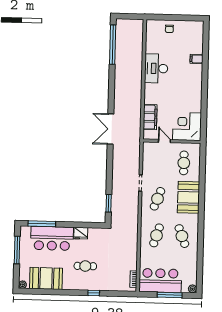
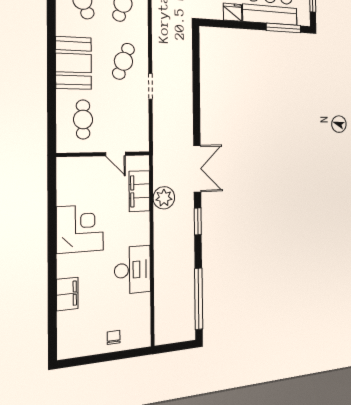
filing cabinet: (196, 59) -> (67, 294), width x2.00
plant: (134, 112) -> (164, 198), added
corner desk: (187, 126) -> (80, 229), moved, turned -90
window: (109, 203) -> (198, 221), moved

